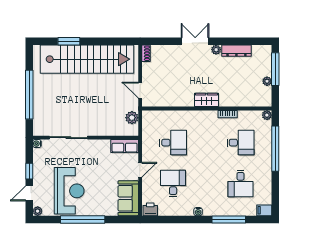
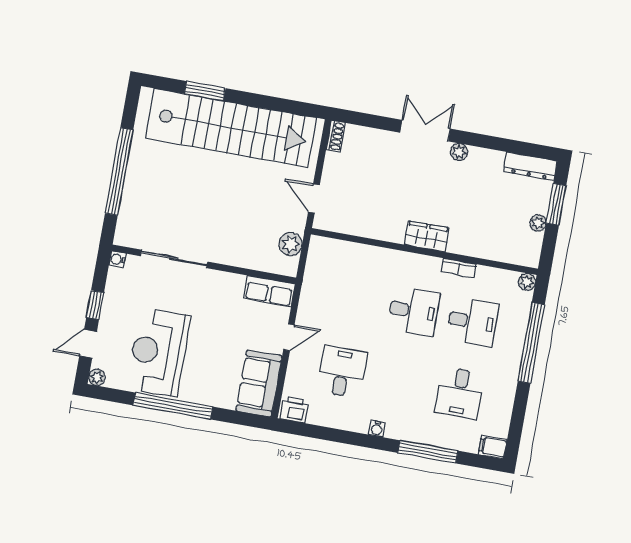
dresser: (236, 51) -> (530, 166), moved
window: (275, 69) -> (556, 204), width x0.69
desk: (173, 143) -> (414, 311), moved
reception desk: (69, 191) -> (158, 352), turned 180

